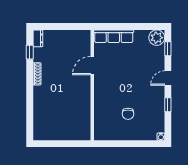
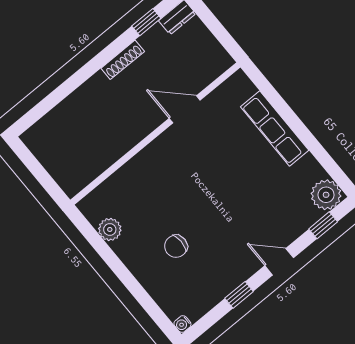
door: (92, 66) -> (185, 109), moved
wall: (92, 85) -> (155, 134), moved
plant: (100, 134) -> (110, 229), added

